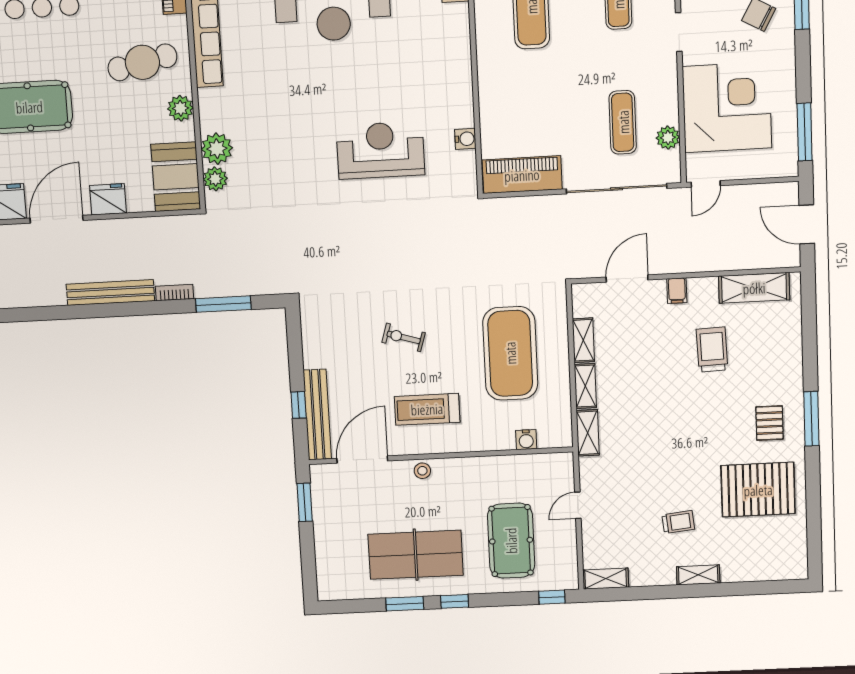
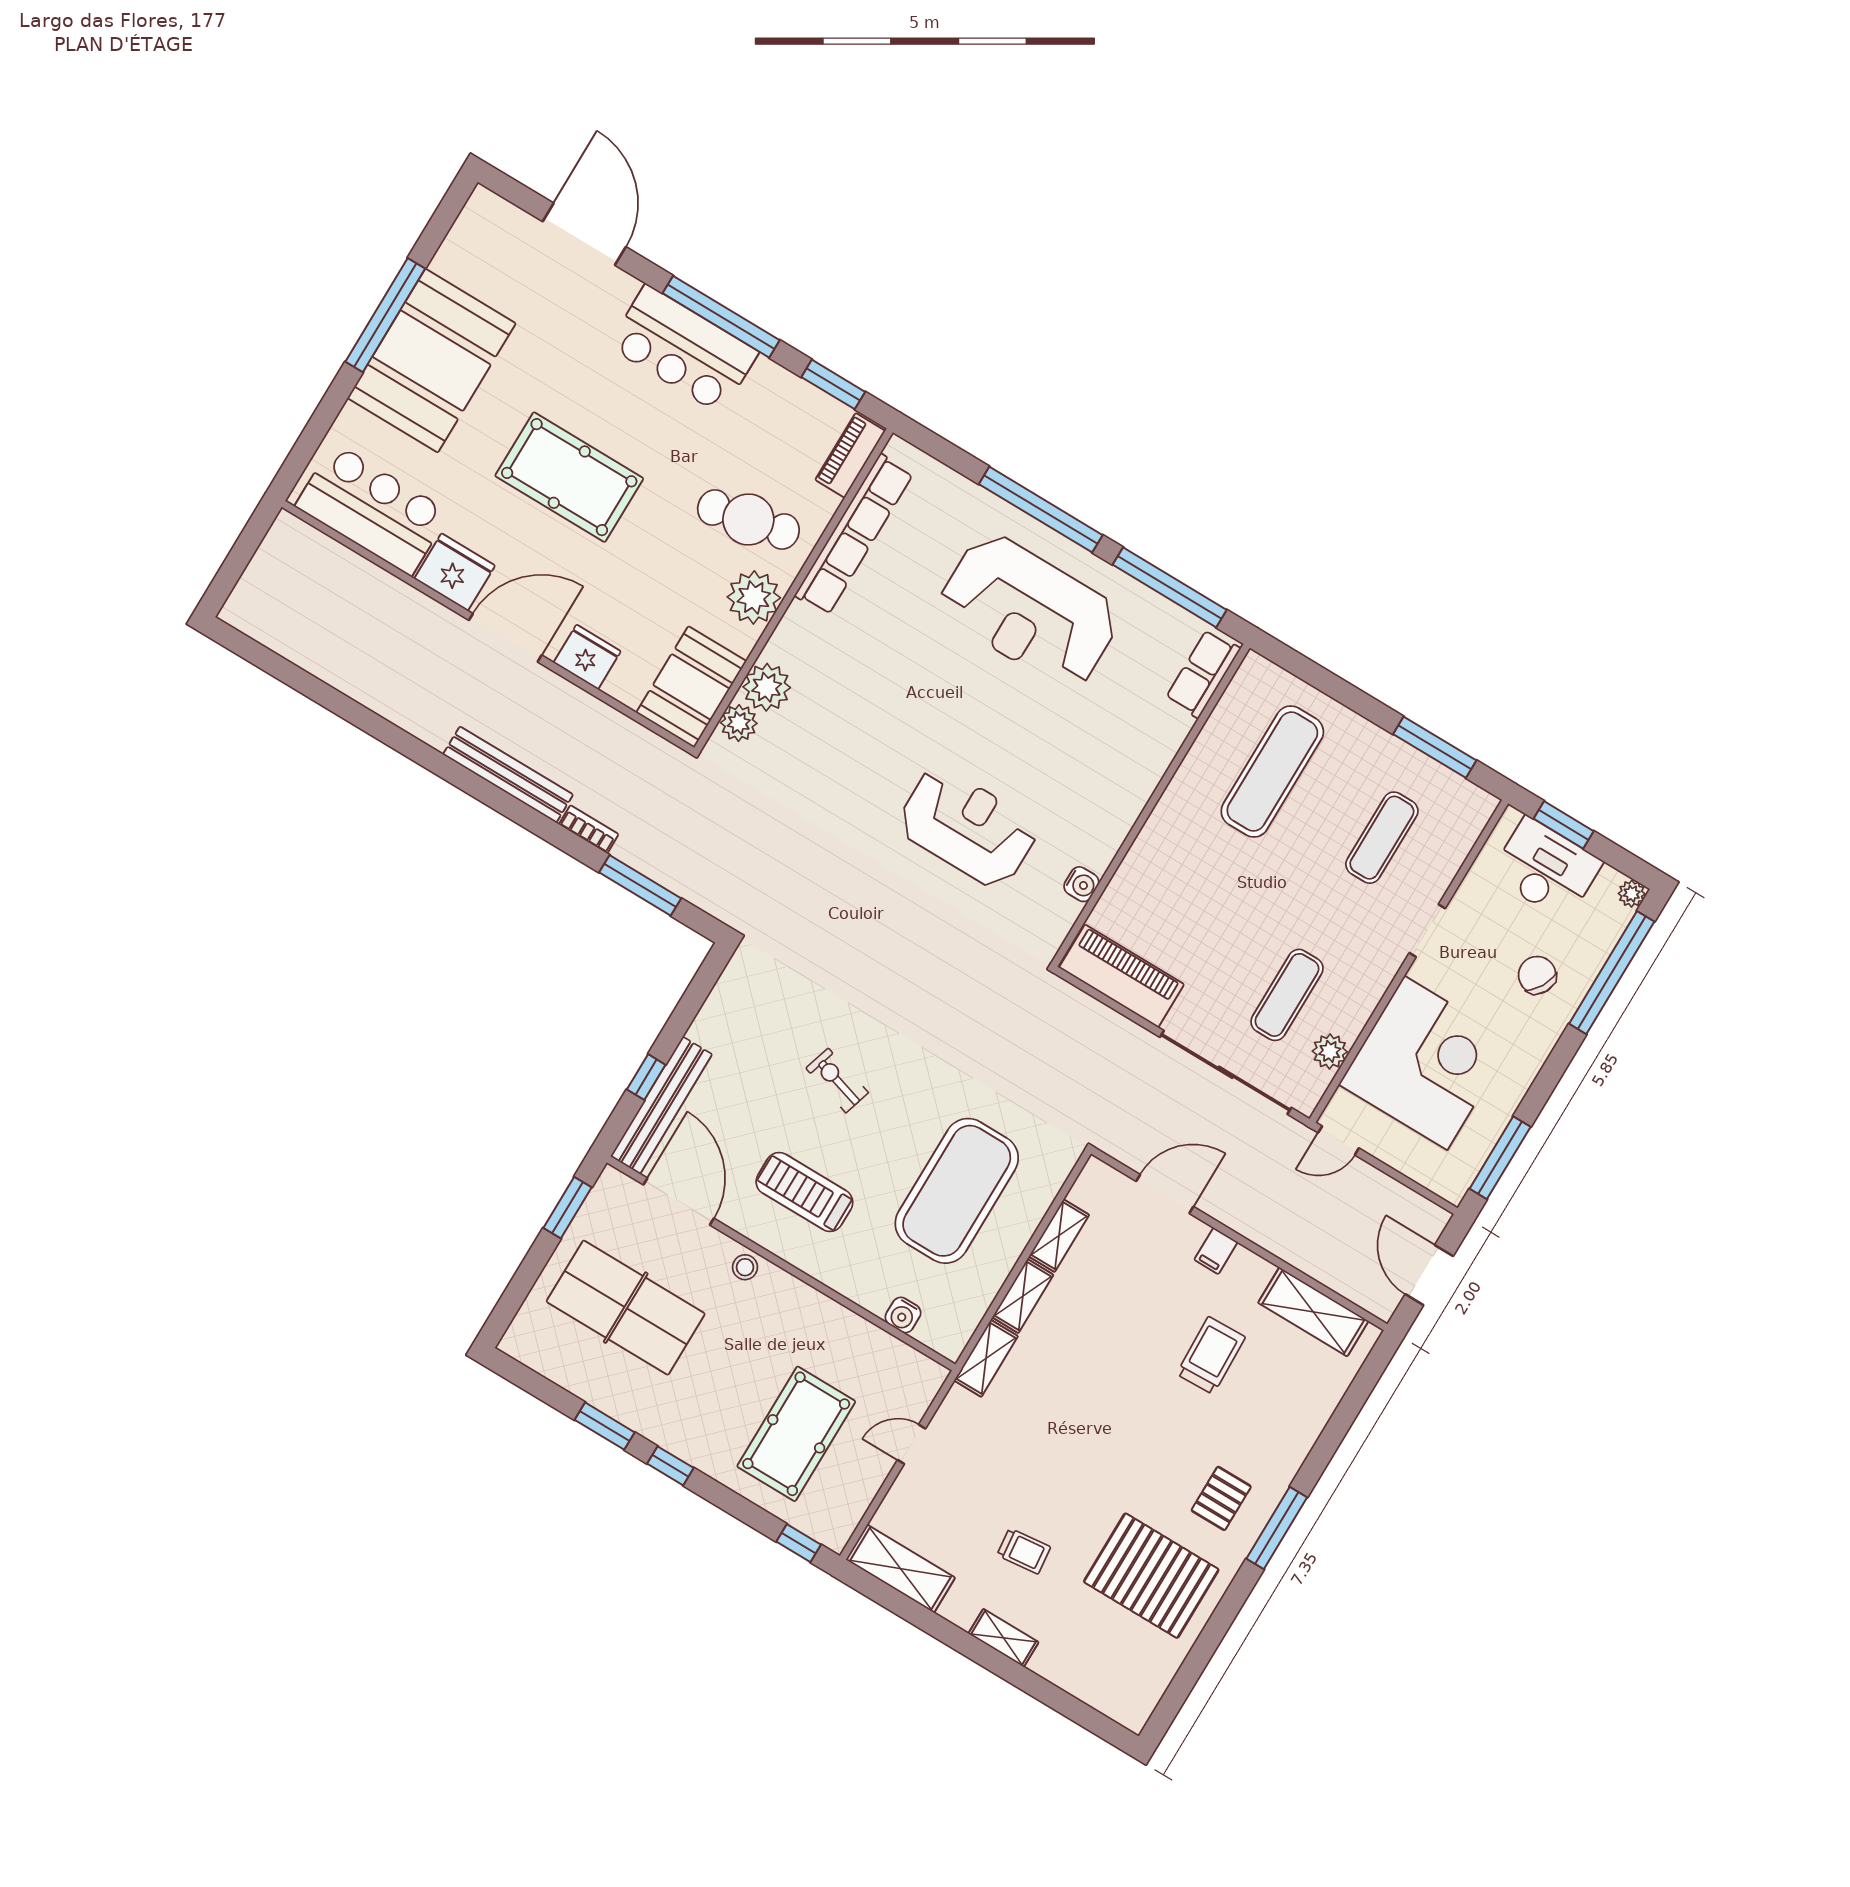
plant: (180, 108) -> (754, 597), width x1.36, depth x1.36
door: (362, 460) -> (679, 1202), hinge flipped
table tennis table: (416, 555) -> (626, 1308), moved
shelving: (606, 579) -> (901, 1569), width x1.50, depth x1.33

